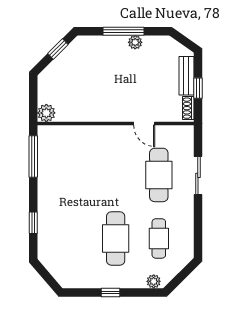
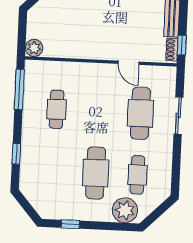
window: (198, 88) -> (182, 45), moved
cafe table: (72, 175) -> (57, 109), added
plant: (154, 281) -> (125, 210), width x1.87, depth x1.87
window: (111, 292) -> (70, 224), moved

